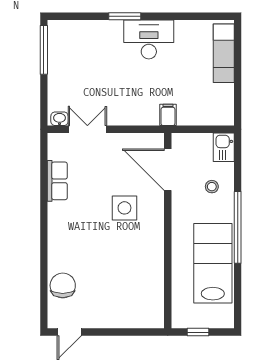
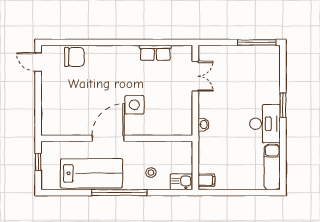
exam couch: (224, 53) -> (272, 167), moved, turned -90
filing cabinet: (168, 115) -> (206, 180), moved
washbasin: (60, 119) -> (203, 125), moved
door: (168, 170) -> (108, 138), moved

